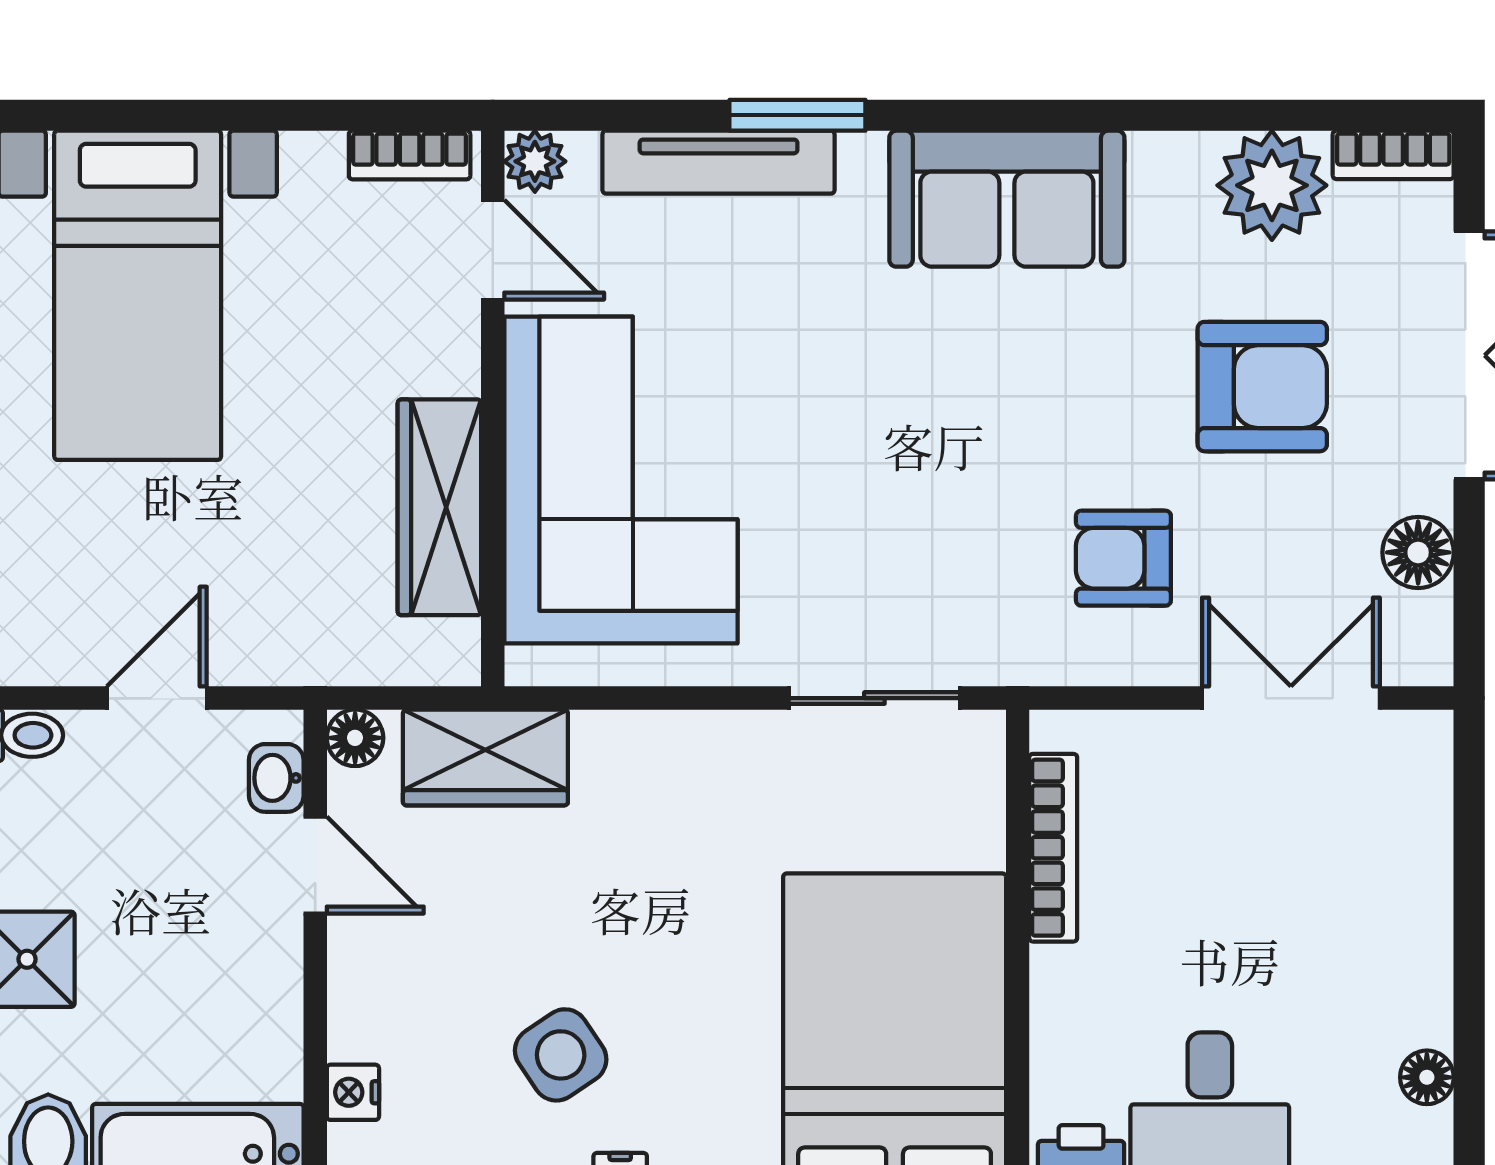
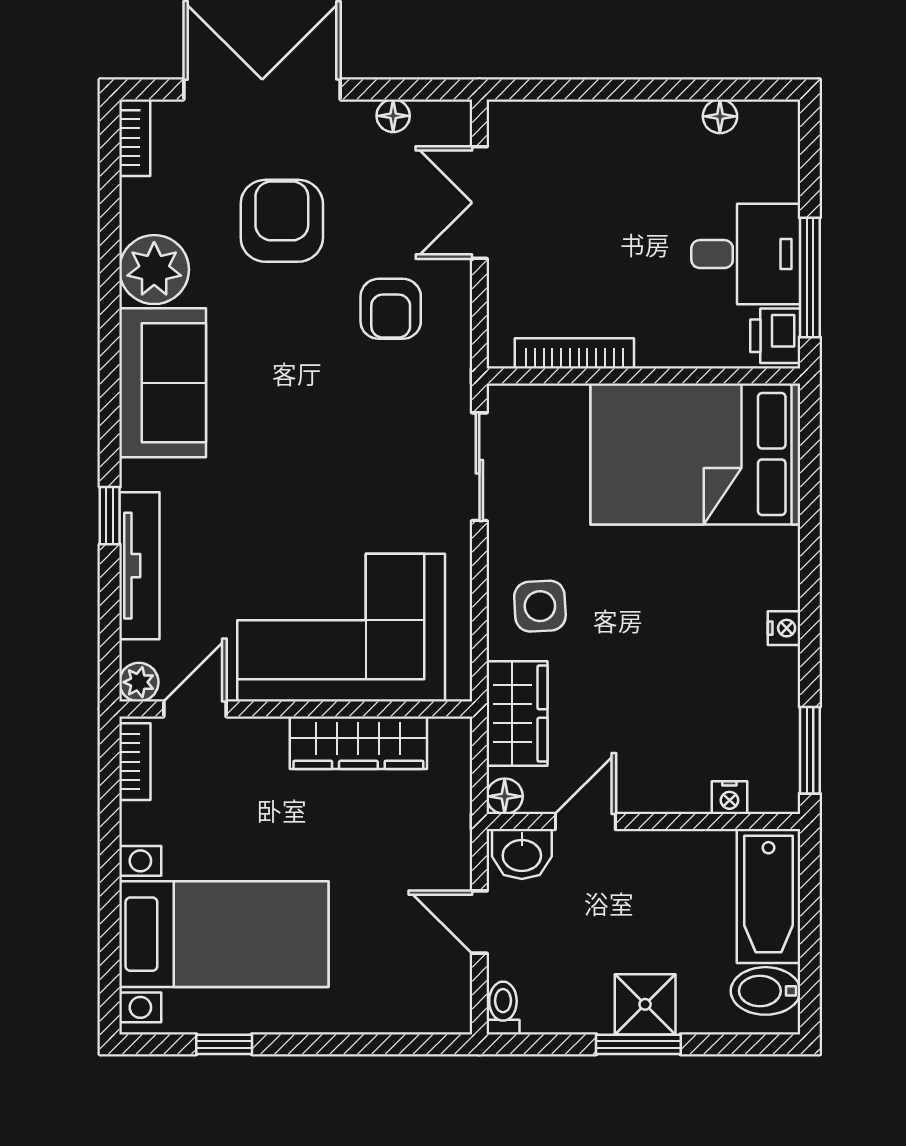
window: (797, 115) -> (110, 516), width x0.67
plant: (1272, 185) -> (154, 270), moved
floor lamp: (1418, 552) -> (393, 116), width x0.73, depth x0.73
washbasin: (276, 778) -> (522, 854), width x1.38, depth x1.45
side table: (561, 1055) -> (540, 606), moved, turned 31

